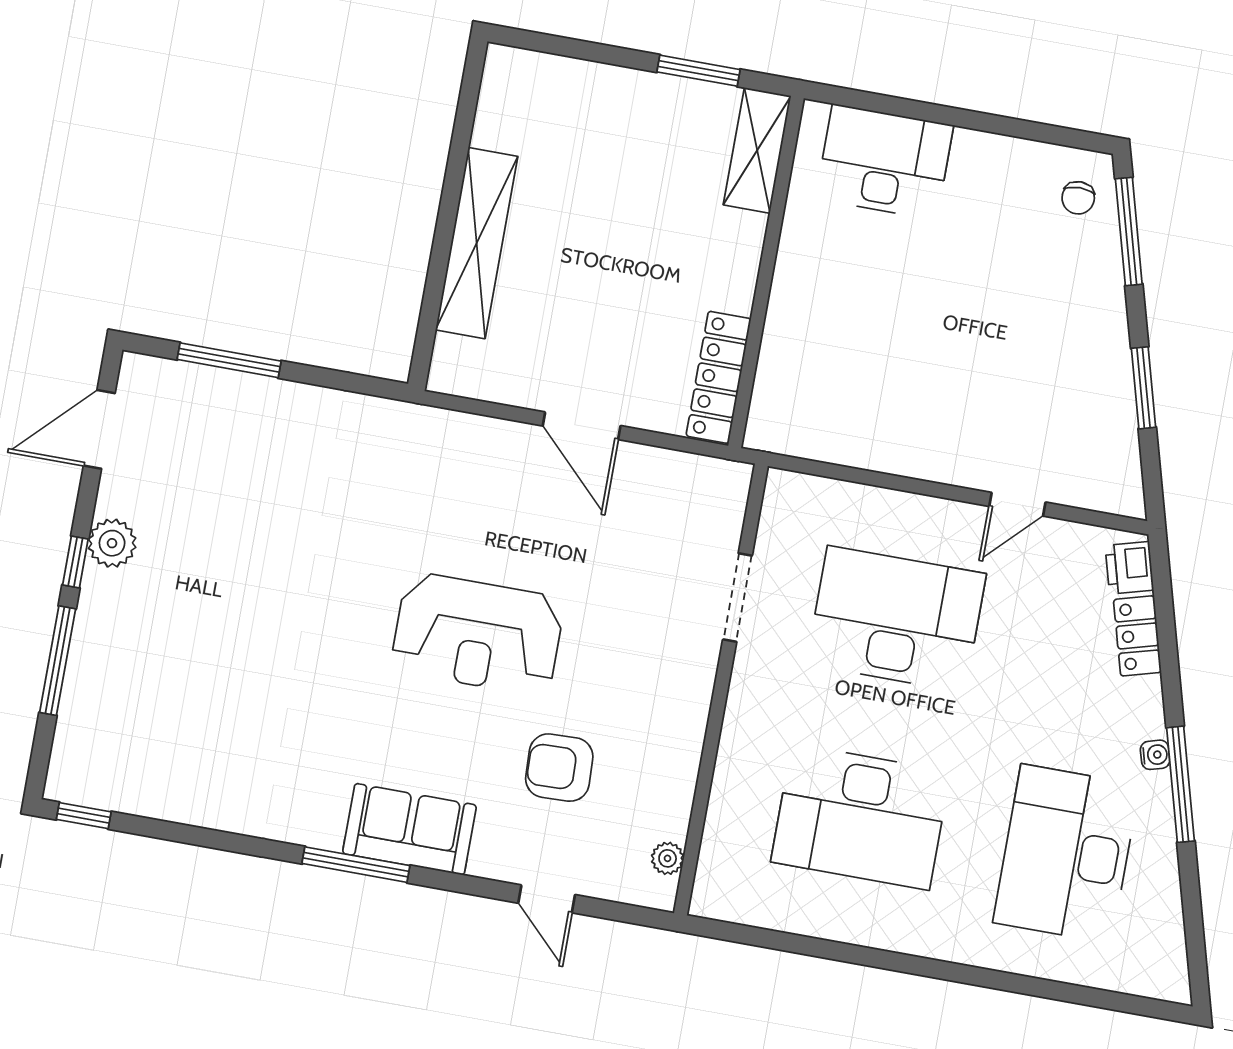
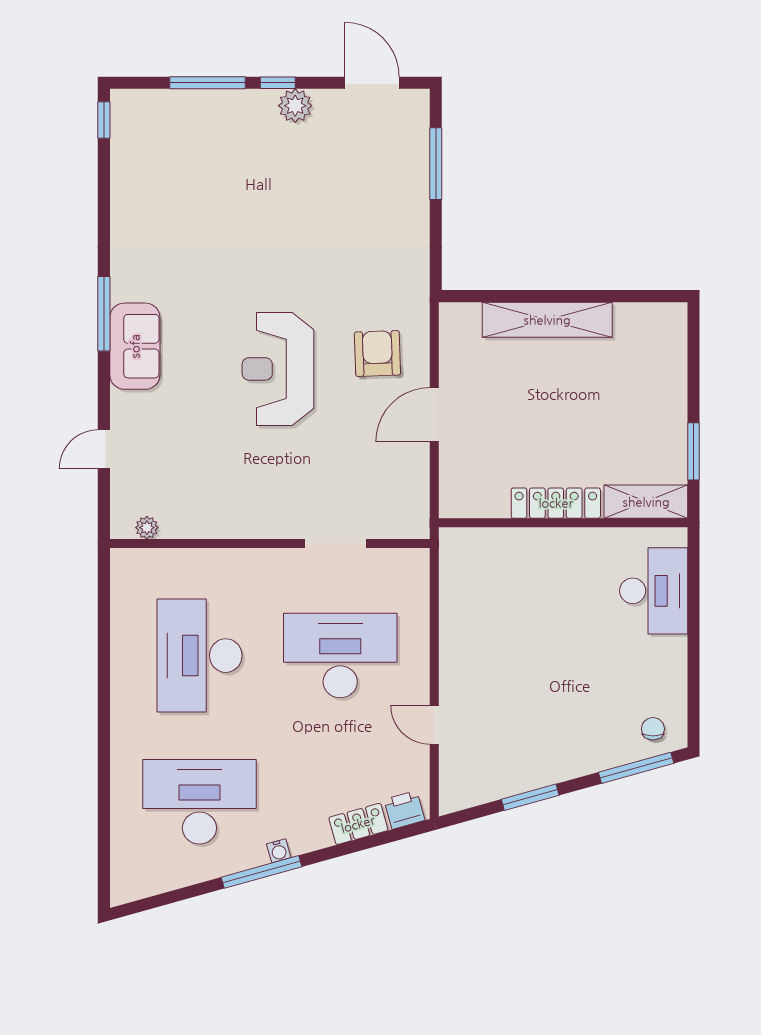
chair: (1078, 198) -> (653, 729), turned 90
locker: (719, 377) -> (556, 503), moved
desk: (896, 619) -> (340, 656), turned -90
armchair: (559, 768) -> (377, 353), moved

